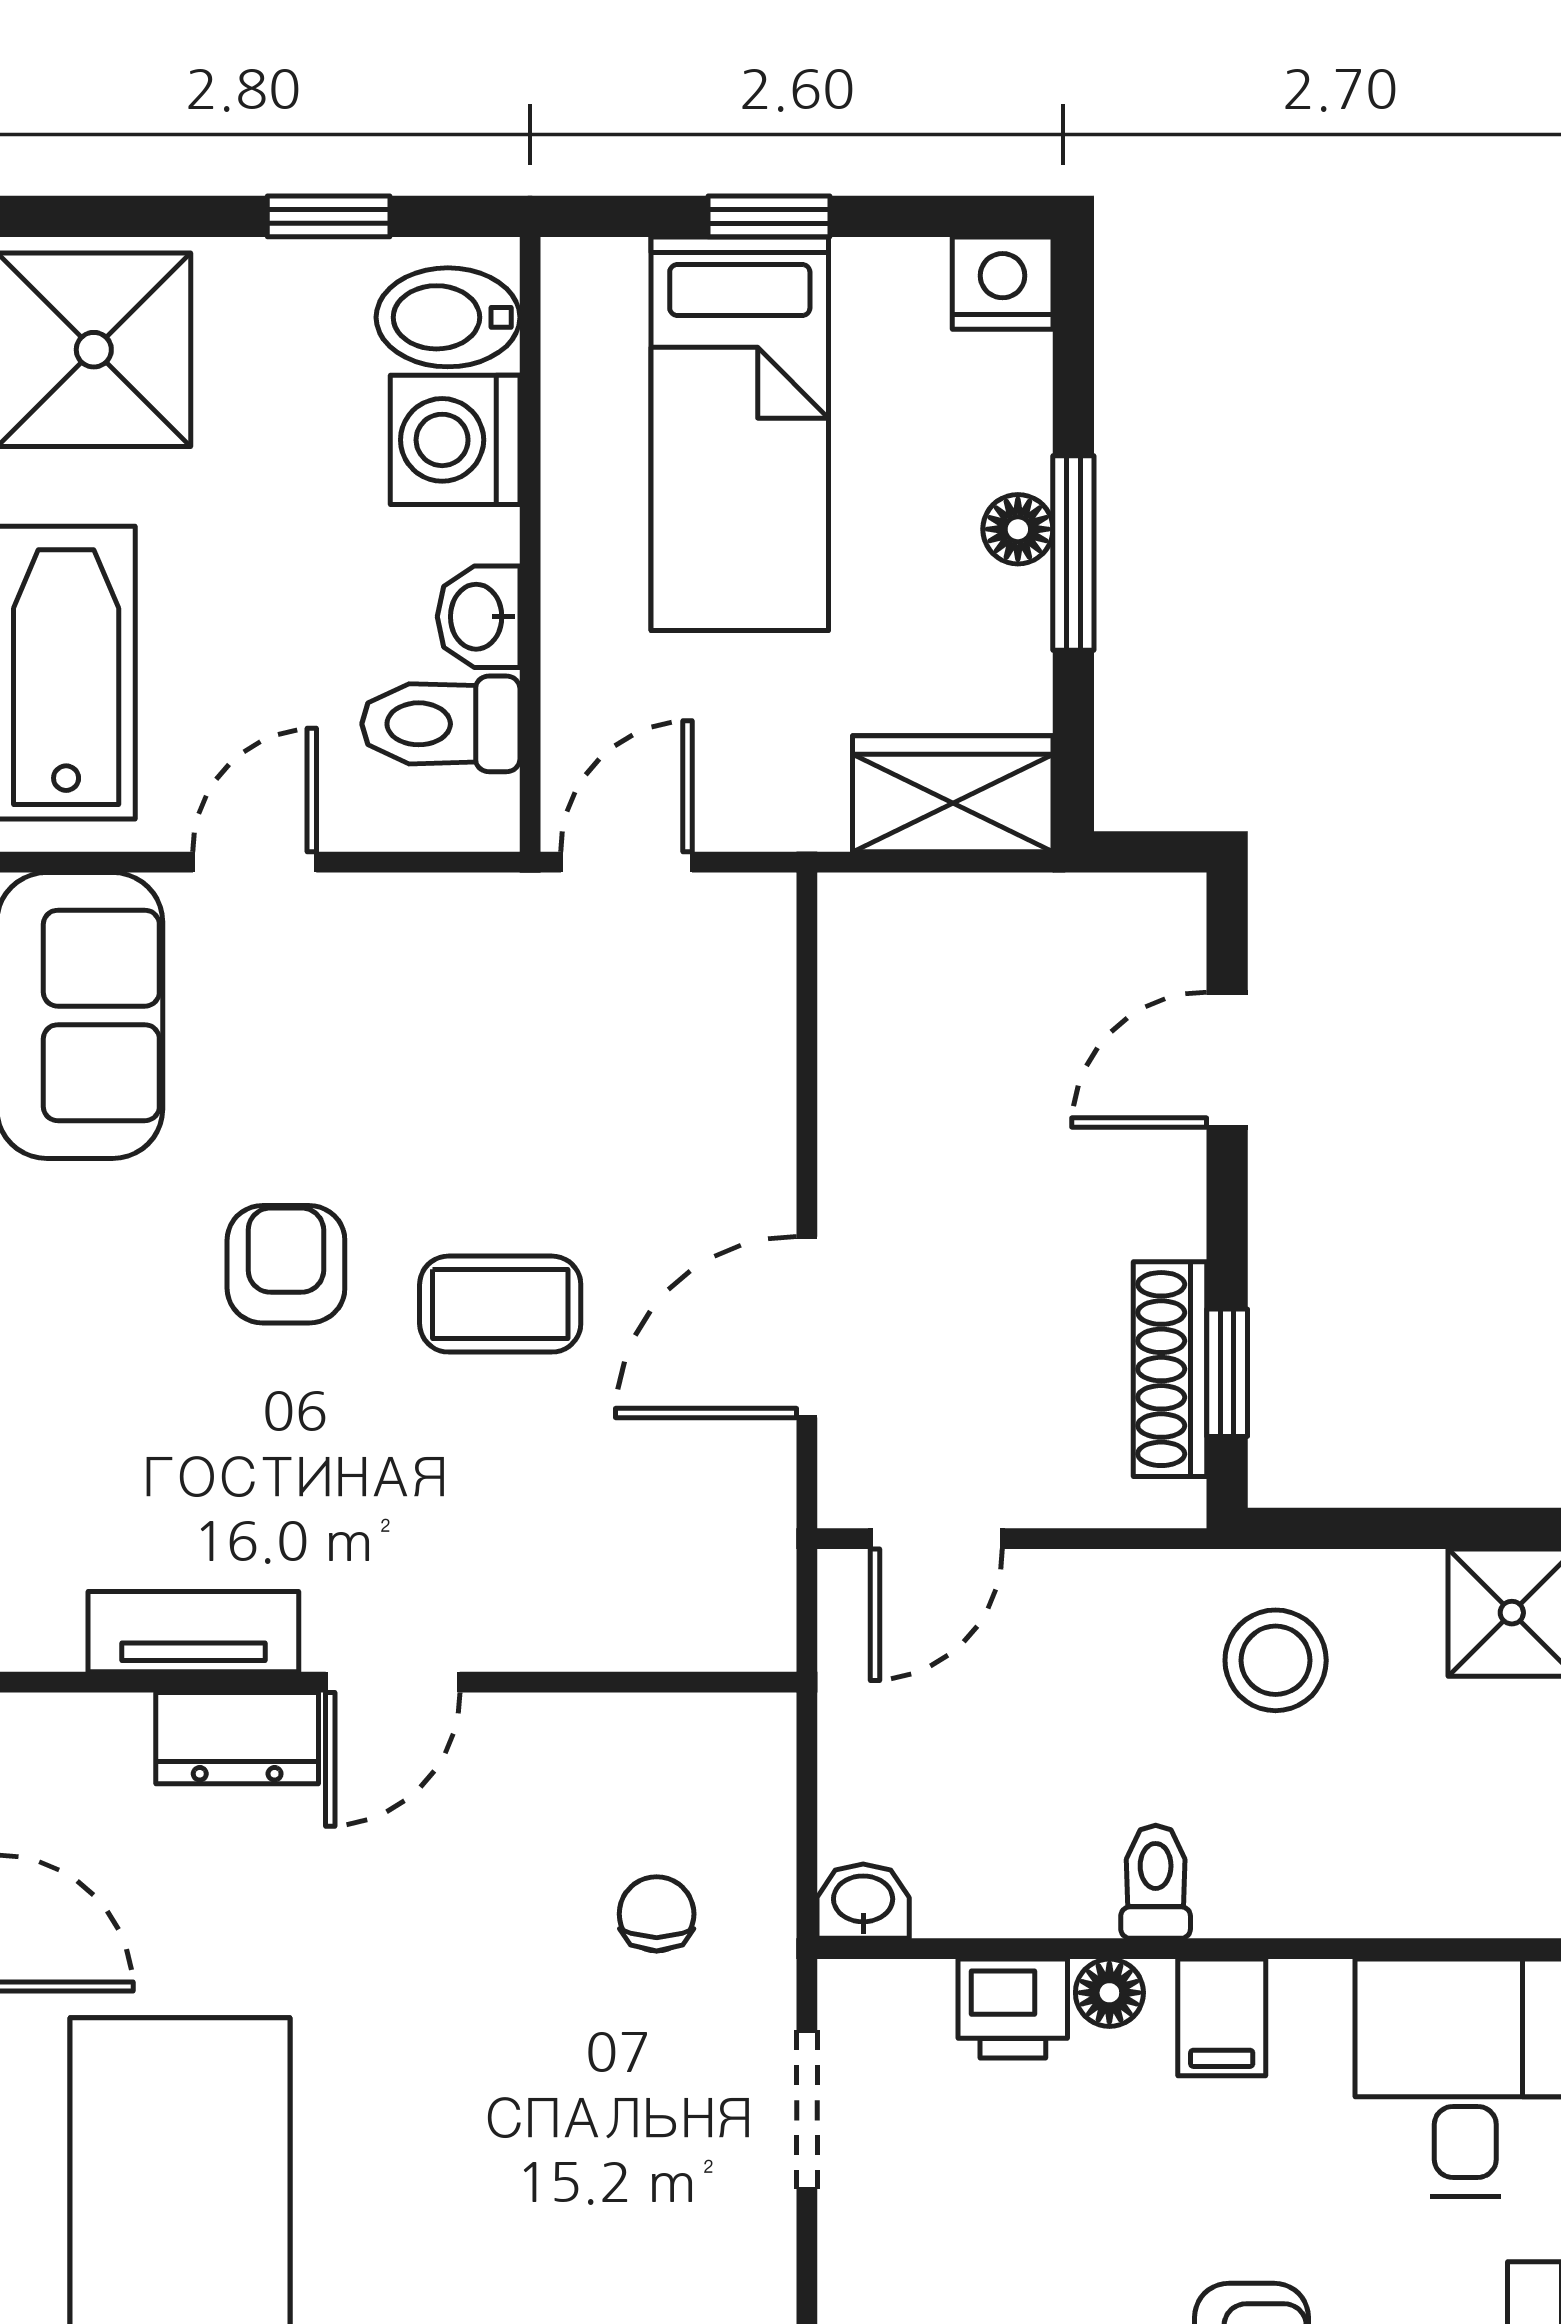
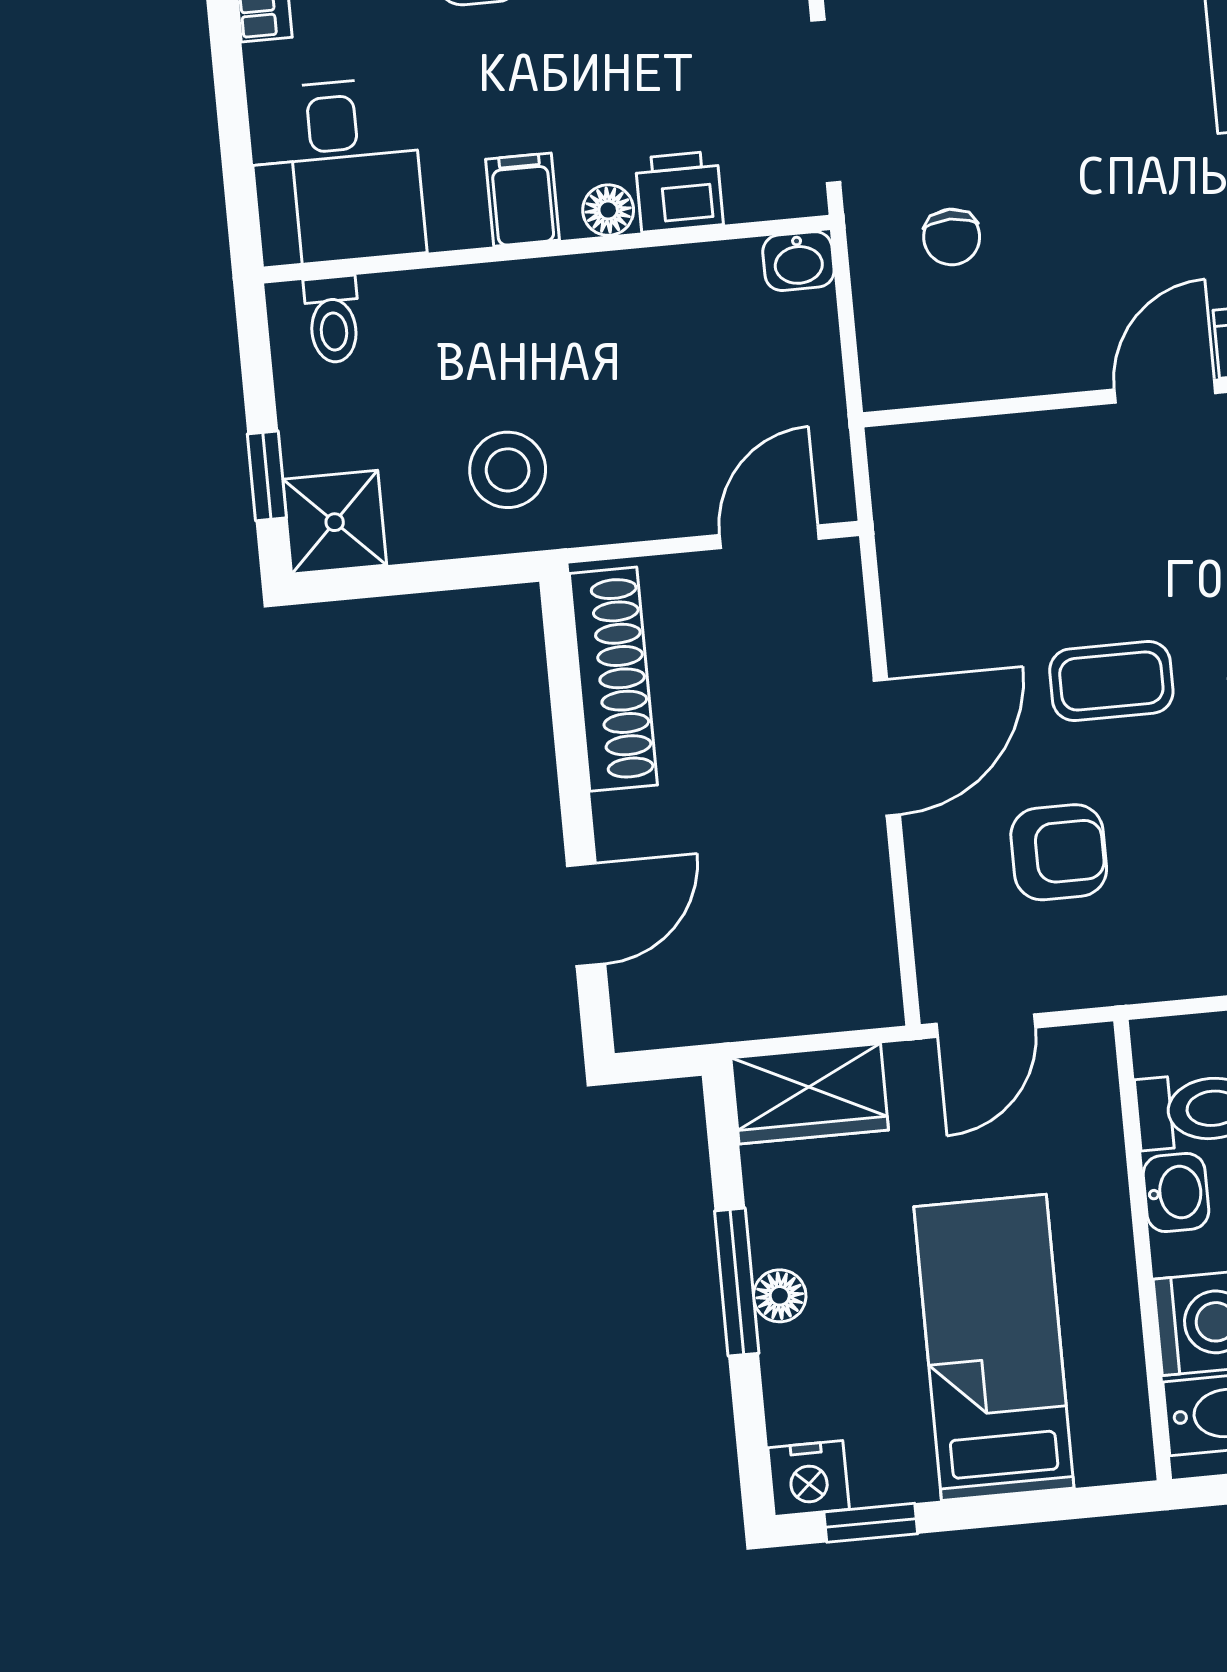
window: (769, 216) -> (871, 1523), moved
door: (626, 862) -> (986, 1026), moved
armchair: (592, 1083) -> (1059, 852), added
door: (807, 1327) -> (887, 748), moved
shoe rack: (1170, 1369) -> (613, 679), width x1.36, depth x1.24
window: (1227, 1373) -> (564, 681), removed
toilet: (1156, 1882) -> (333, 320), moved
doorway: (807, 2110) -> (826, 101), width x1.38

